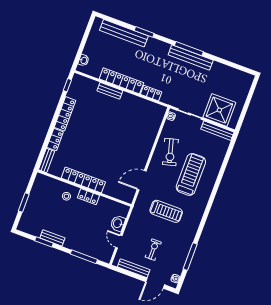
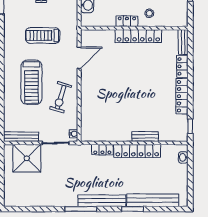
bench: (191, 57) -> (102, 201), moved
exercise bike: (170, 152) -> (61, 97), turned -148

